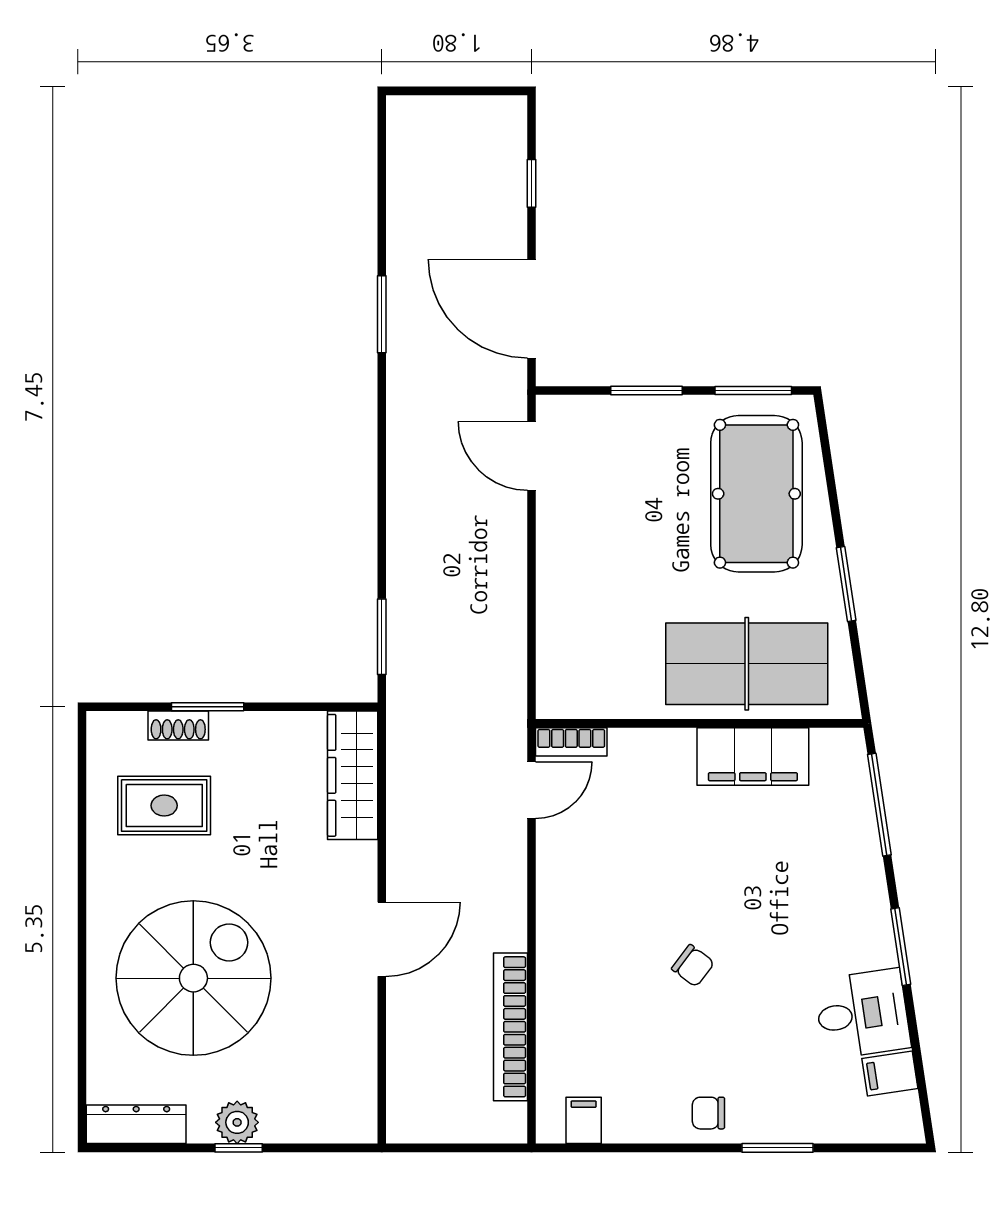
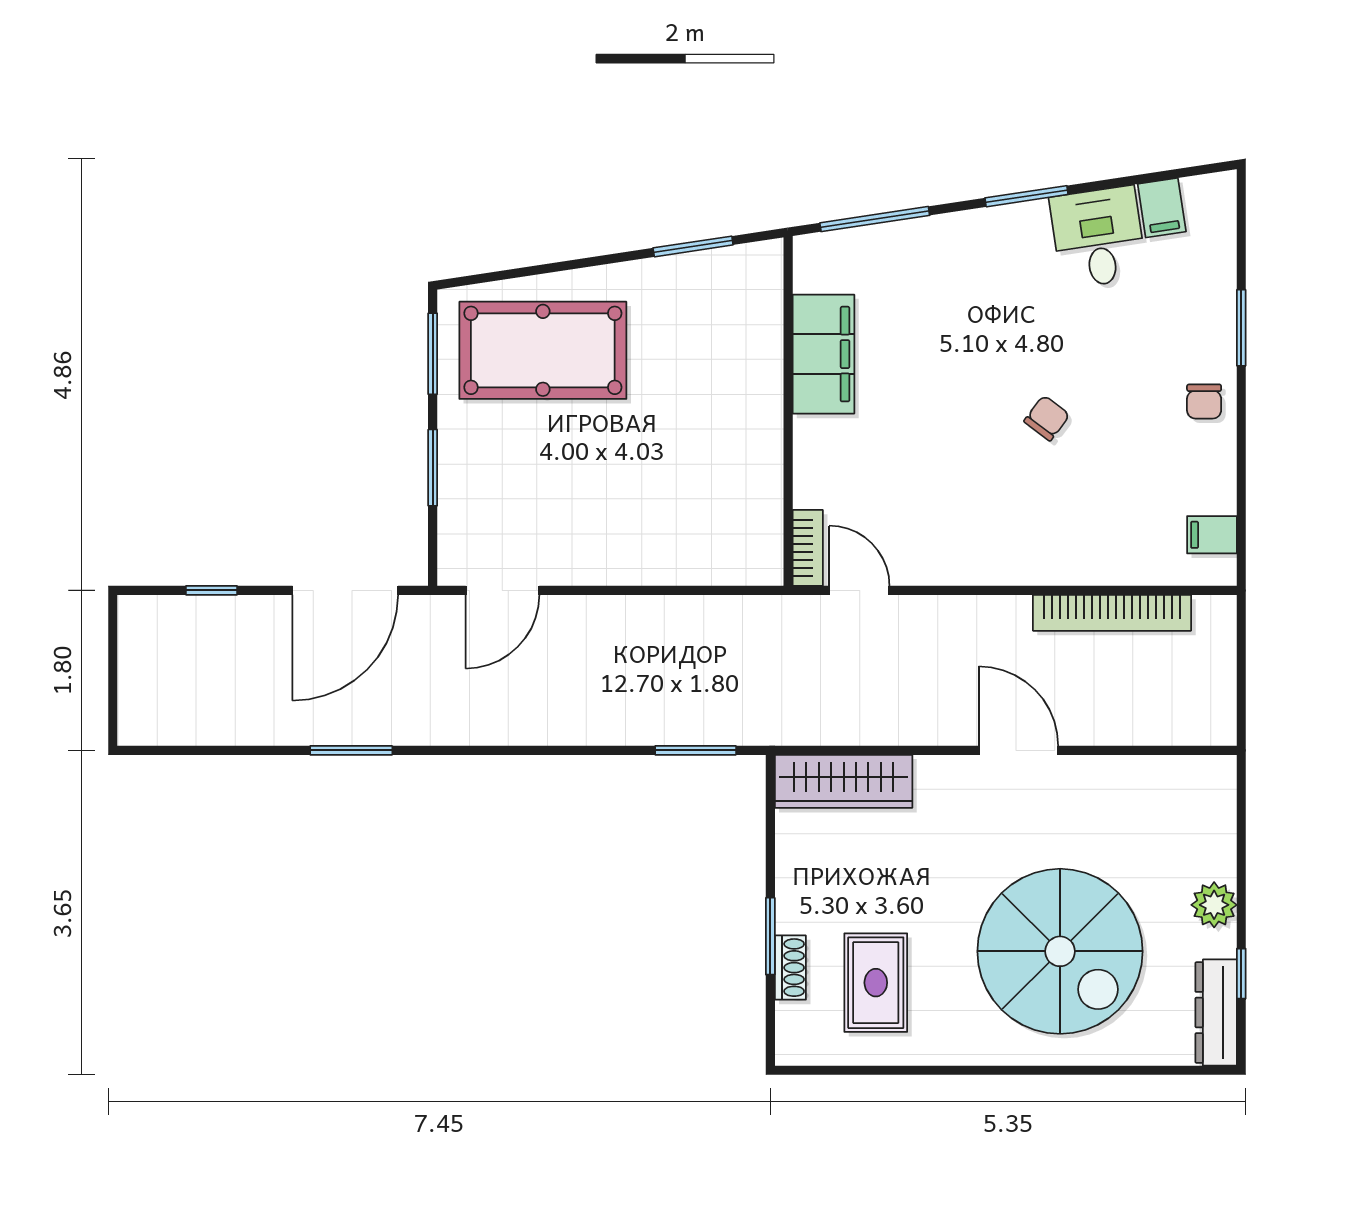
window: (846, 584) -> (693, 246), moved
table tennis table: (747, 664) -> (724, 361), removed
spiral stairs: (193, 978) -> (1060, 951), turned 180
window: (239, 1148) -> (1241, 974), moved

